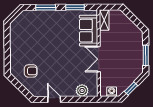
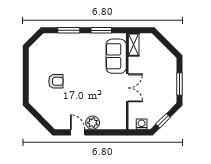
double door: (99, 59) -> (127, 88), swing flipped
armchair: (31, 71) -> (56, 81), moved
plant: (82, 91) -> (93, 123), moved

